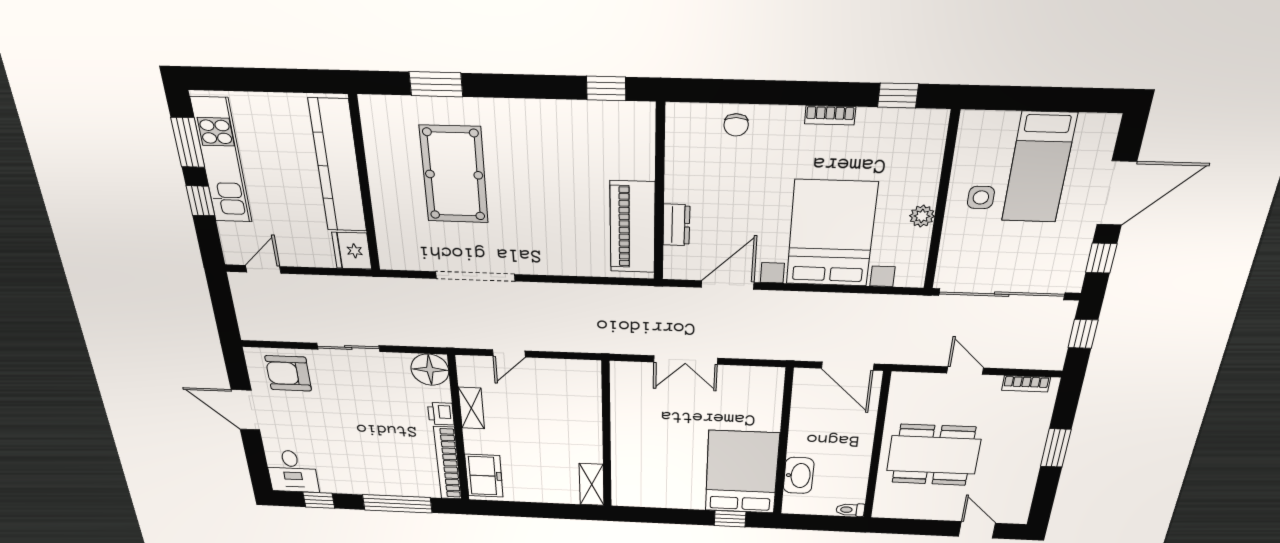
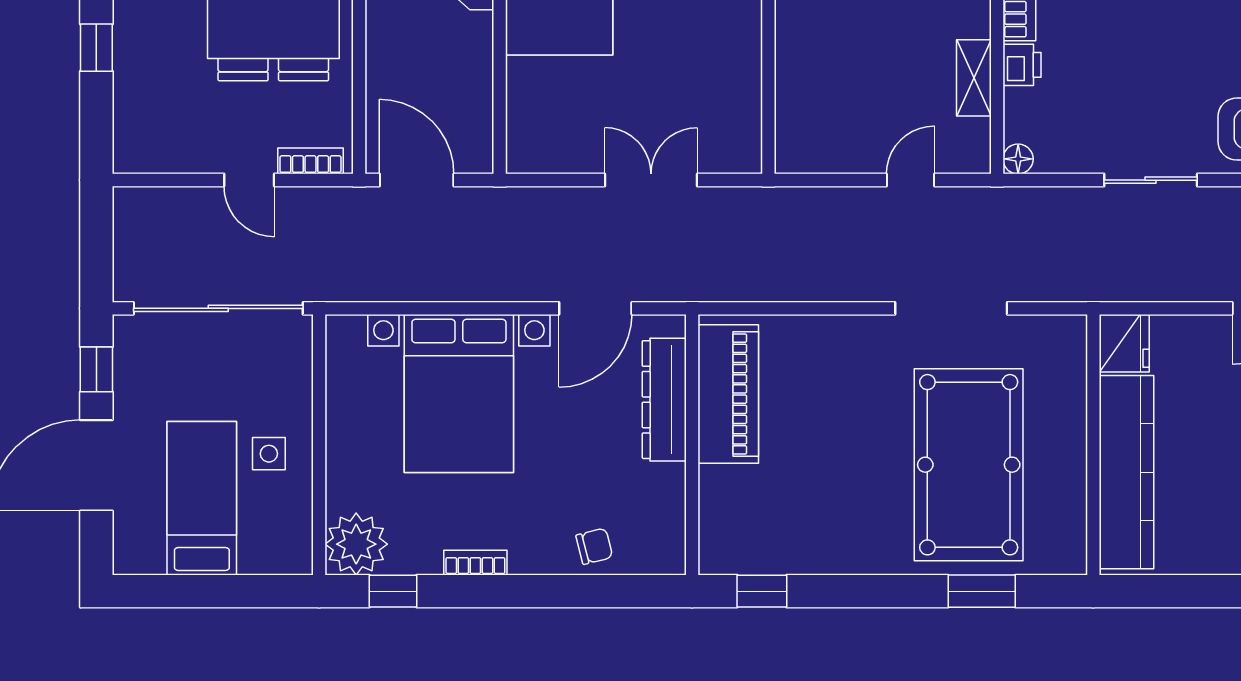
chair: (736, 125) -> (594, 546), turned 76
pool table: (454, 175) -> (969, 465), width x1.36, depth x1.32
plant: (922, 216) -> (356, 544), moved, width x1.88, depth x1.88
dresser: (676, 225) -> (664, 400), width x1.96, depth x1.24
window: (1083, 334) -> (96, 249), removed
floor lamp: (430, 370) -> (1018, 159), width x0.53, depth x0.53
bookcase: (1026, 384) -> (310, 161), moved
window: (1056, 448) -> (96, 48), width x0.67

